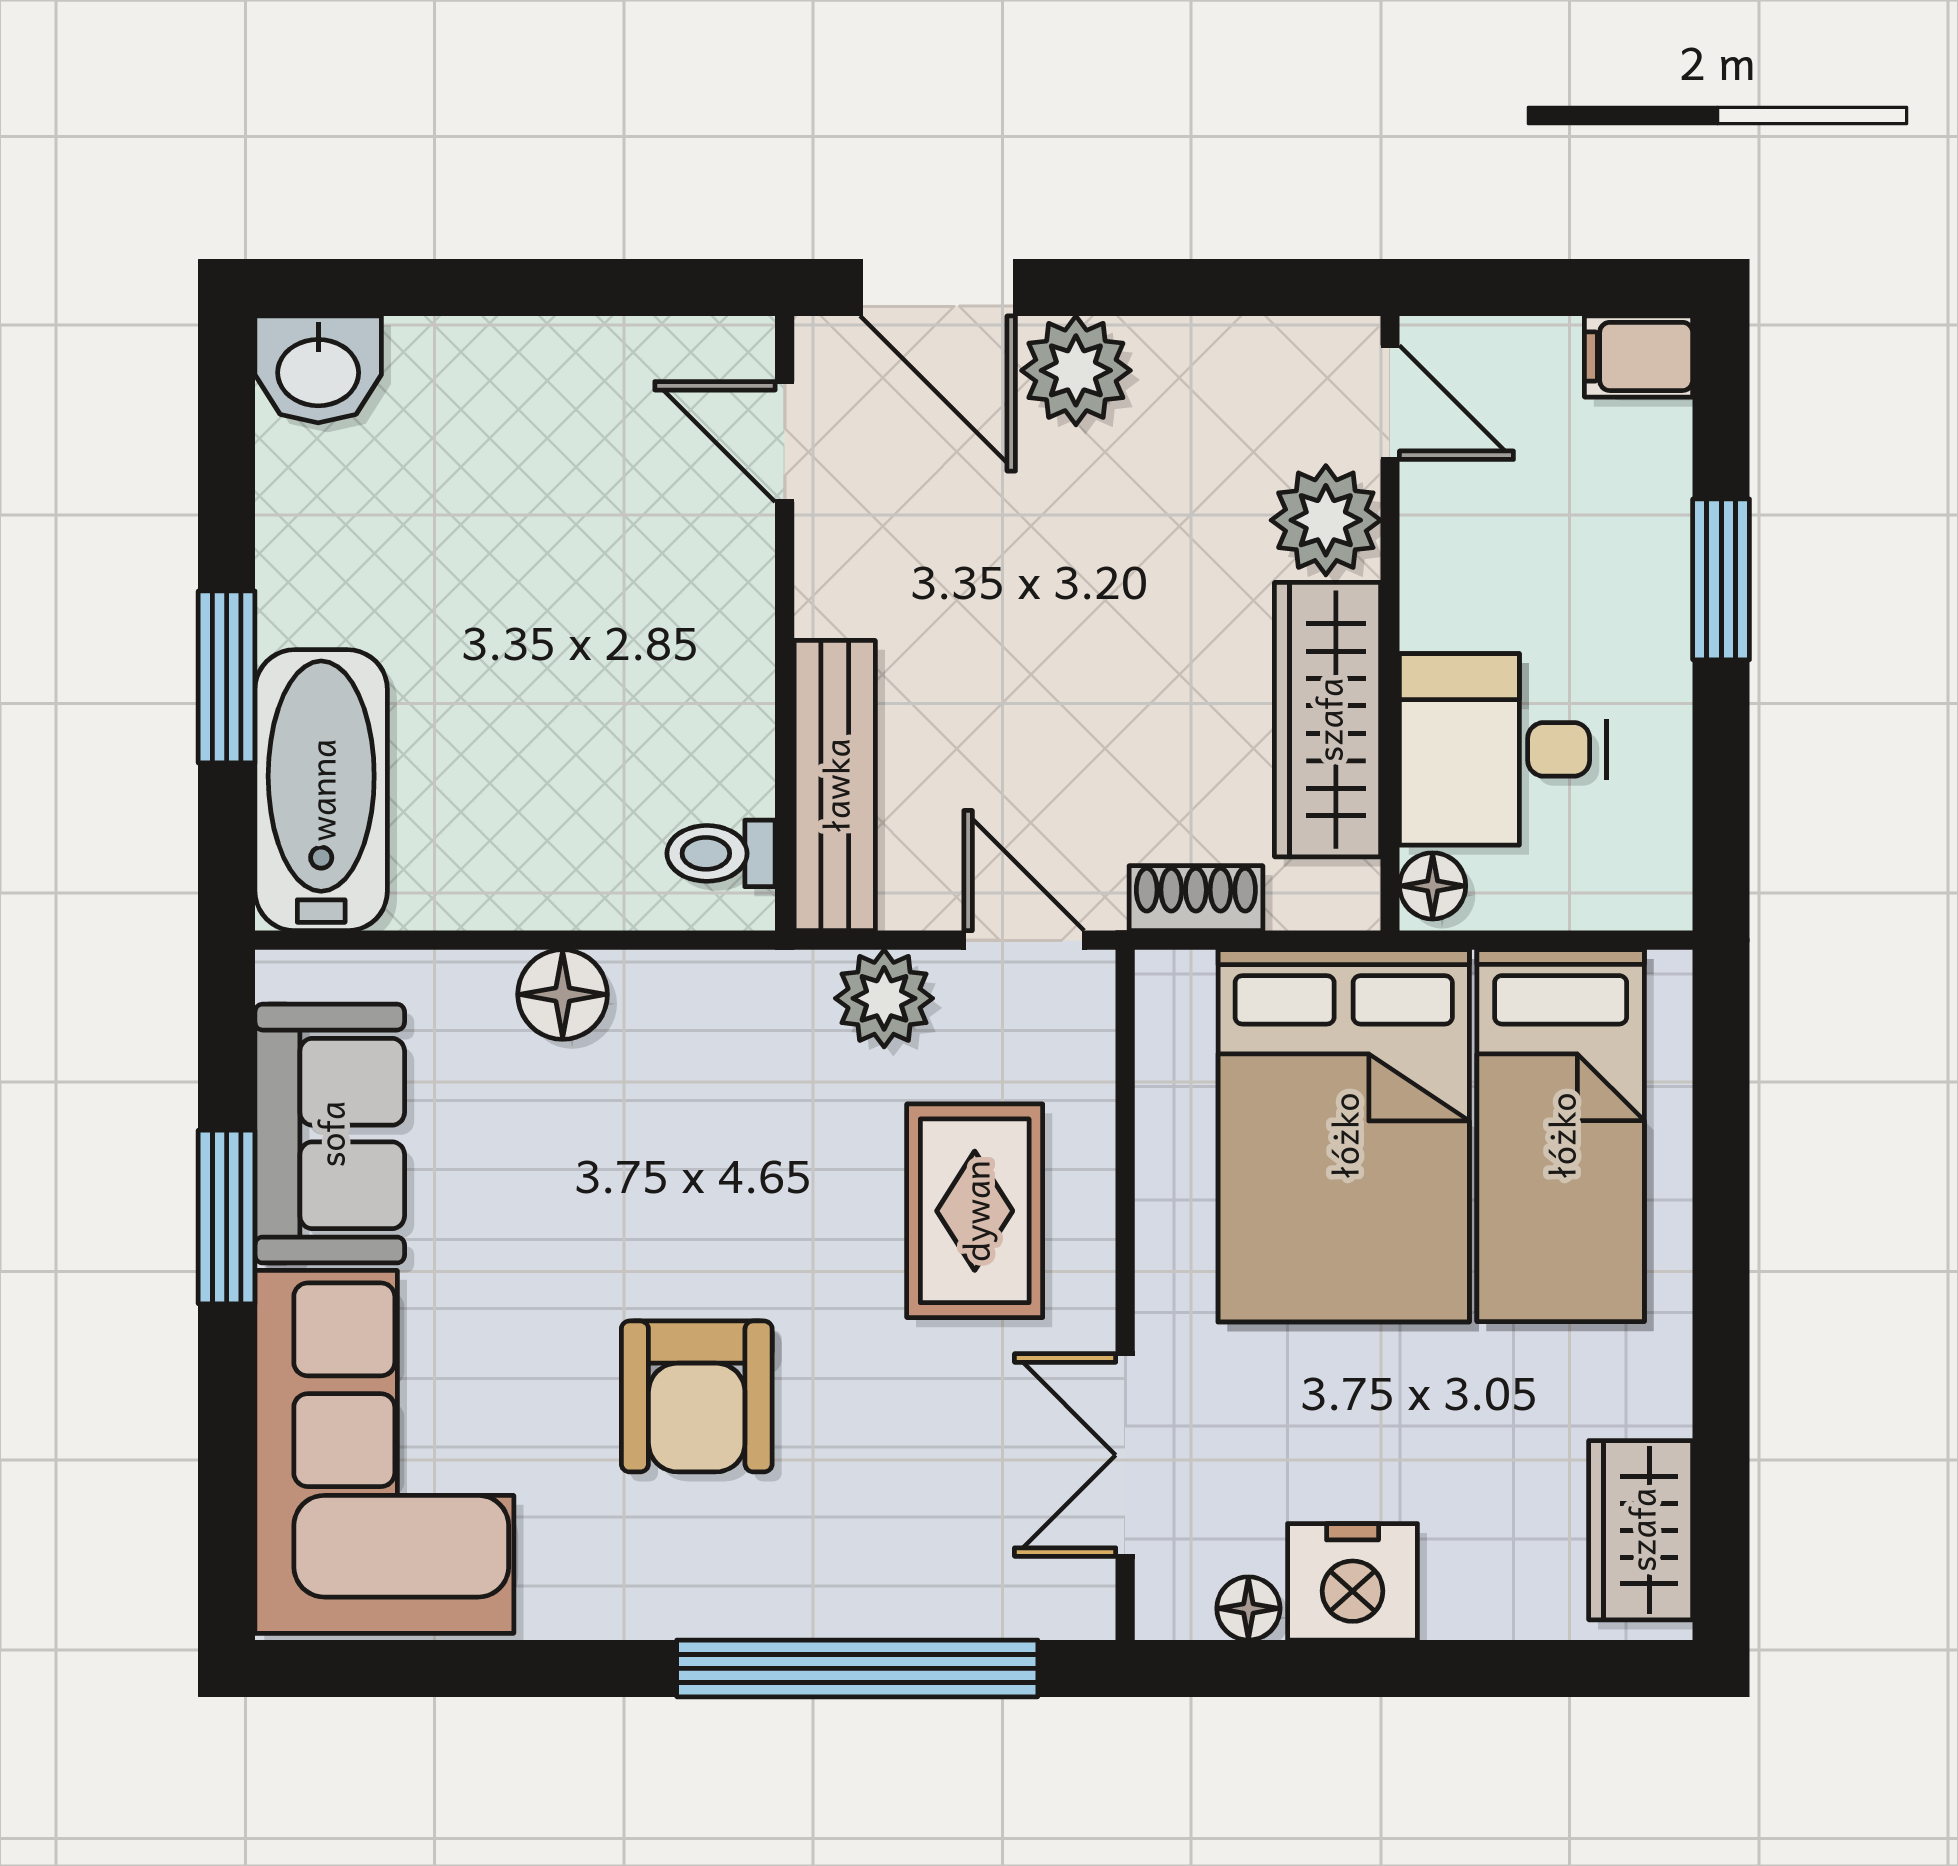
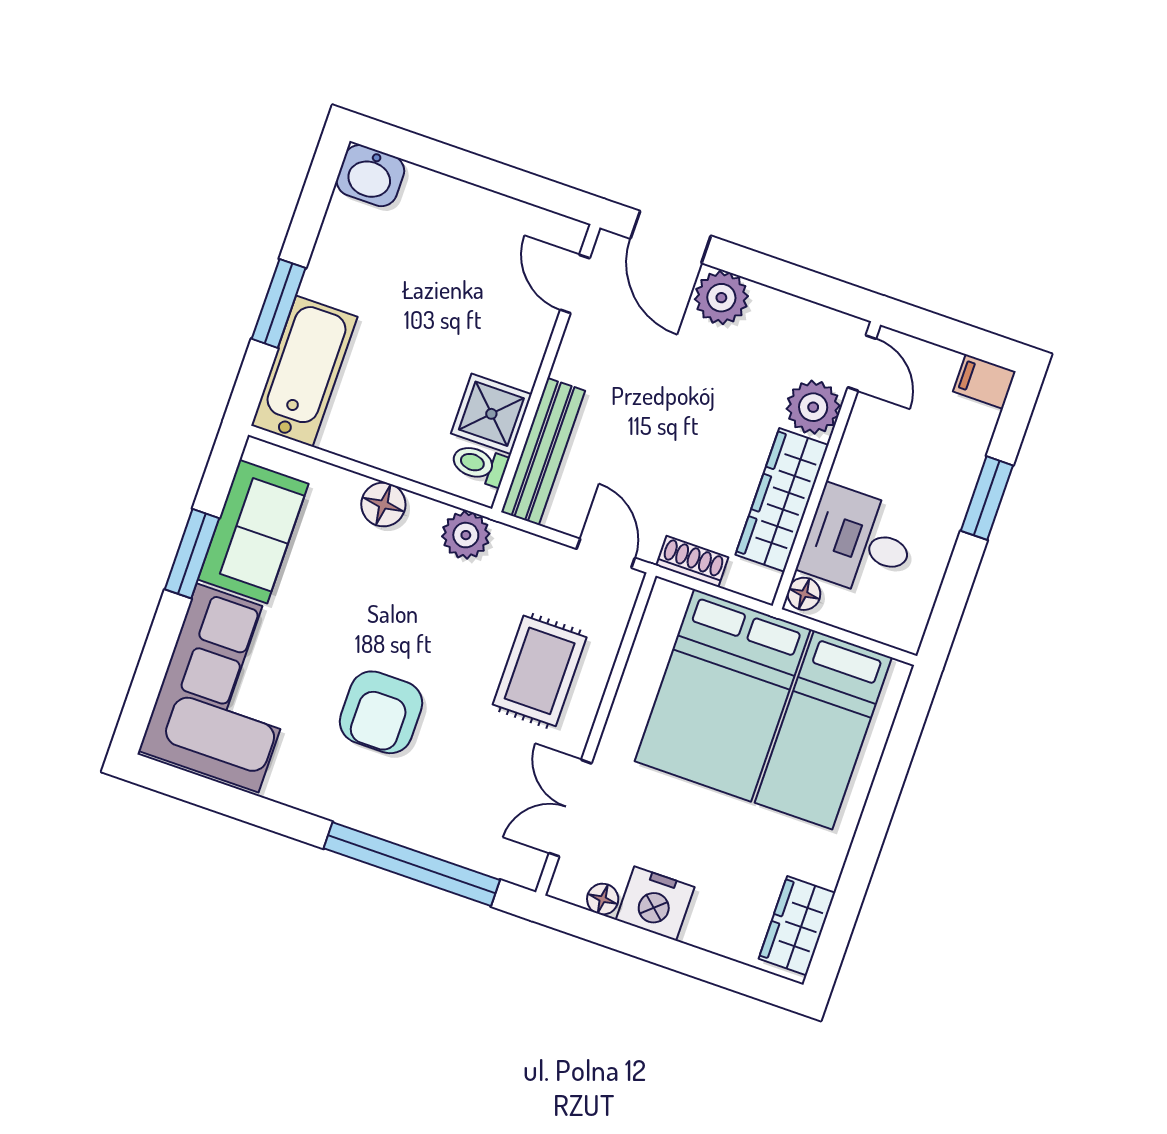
shower: (710, 748) -> (491, 414), added
plant: (884, 998) -> (466, 535), moved

